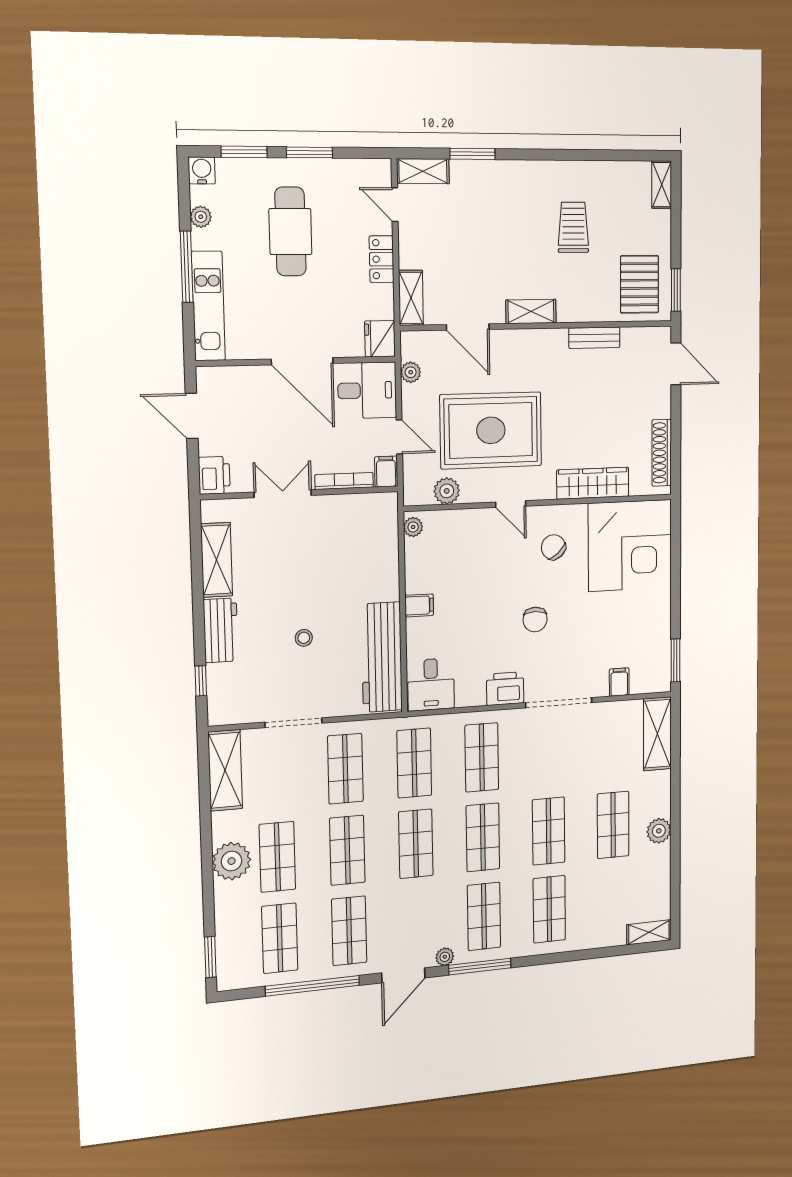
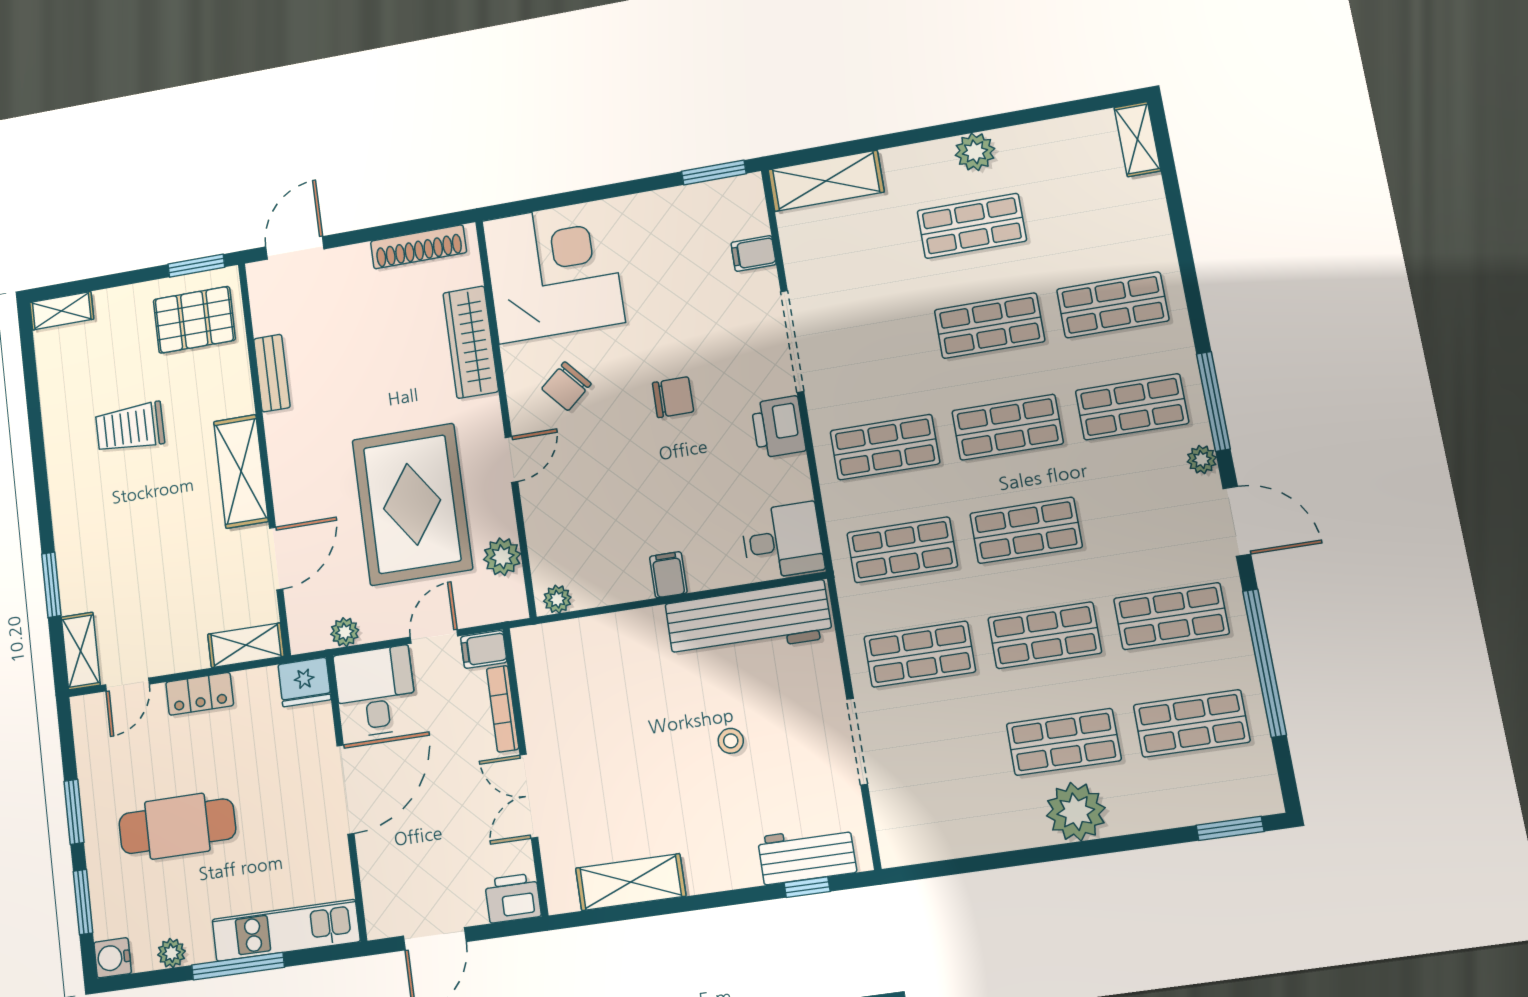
shelving: (531, 311) -> (241, 471), width x1.50, depth x1.33
workbench: (221, 630) -> (807, 855), moved
shelving: (225, 770) -> (937, 837), removed

